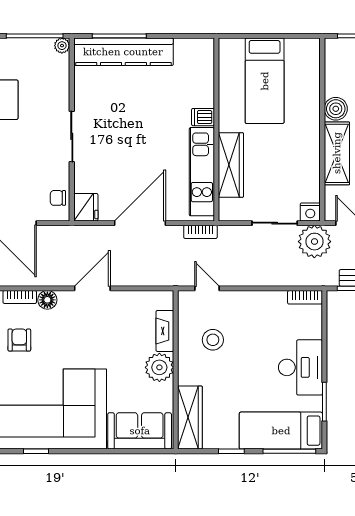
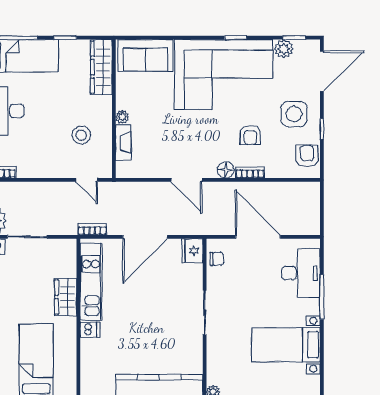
wardrobe: (231, 165) -> (66, 297), width x0.67
door: (92, 288) -> (187, 180), hinge flipped
plant: (159, 367) -> (122, 117), width x0.53, depth x0.53

